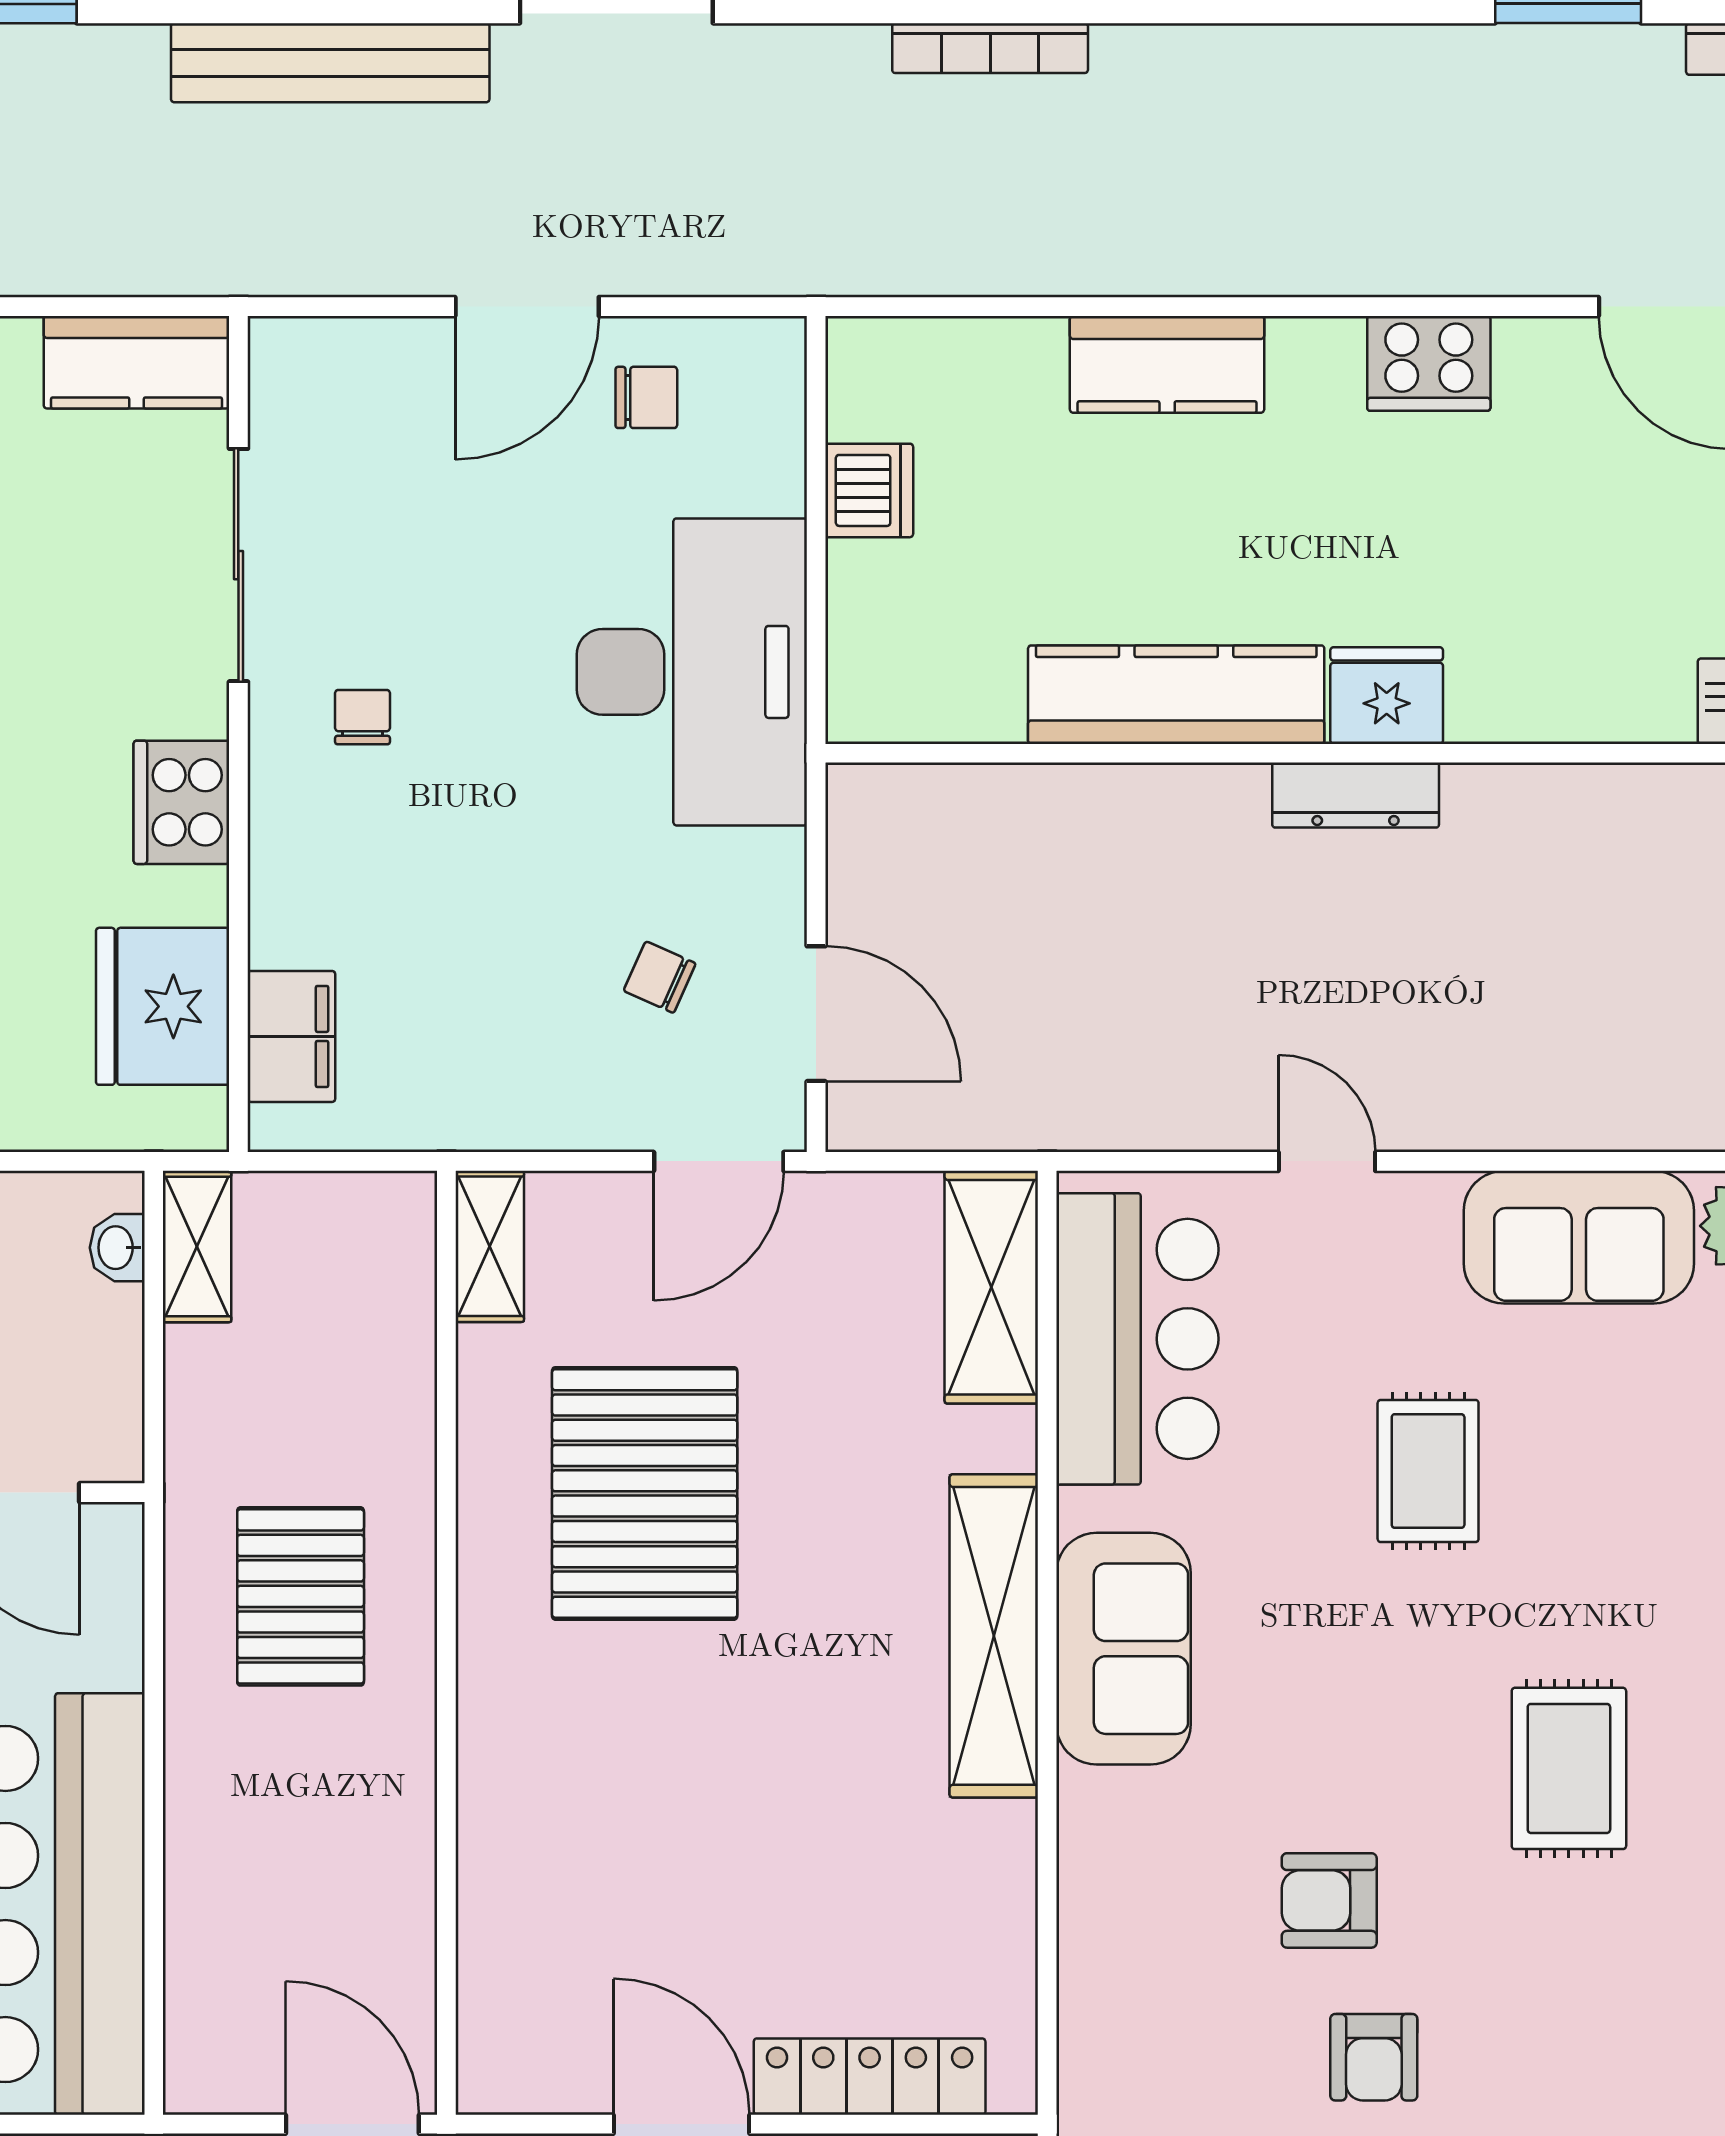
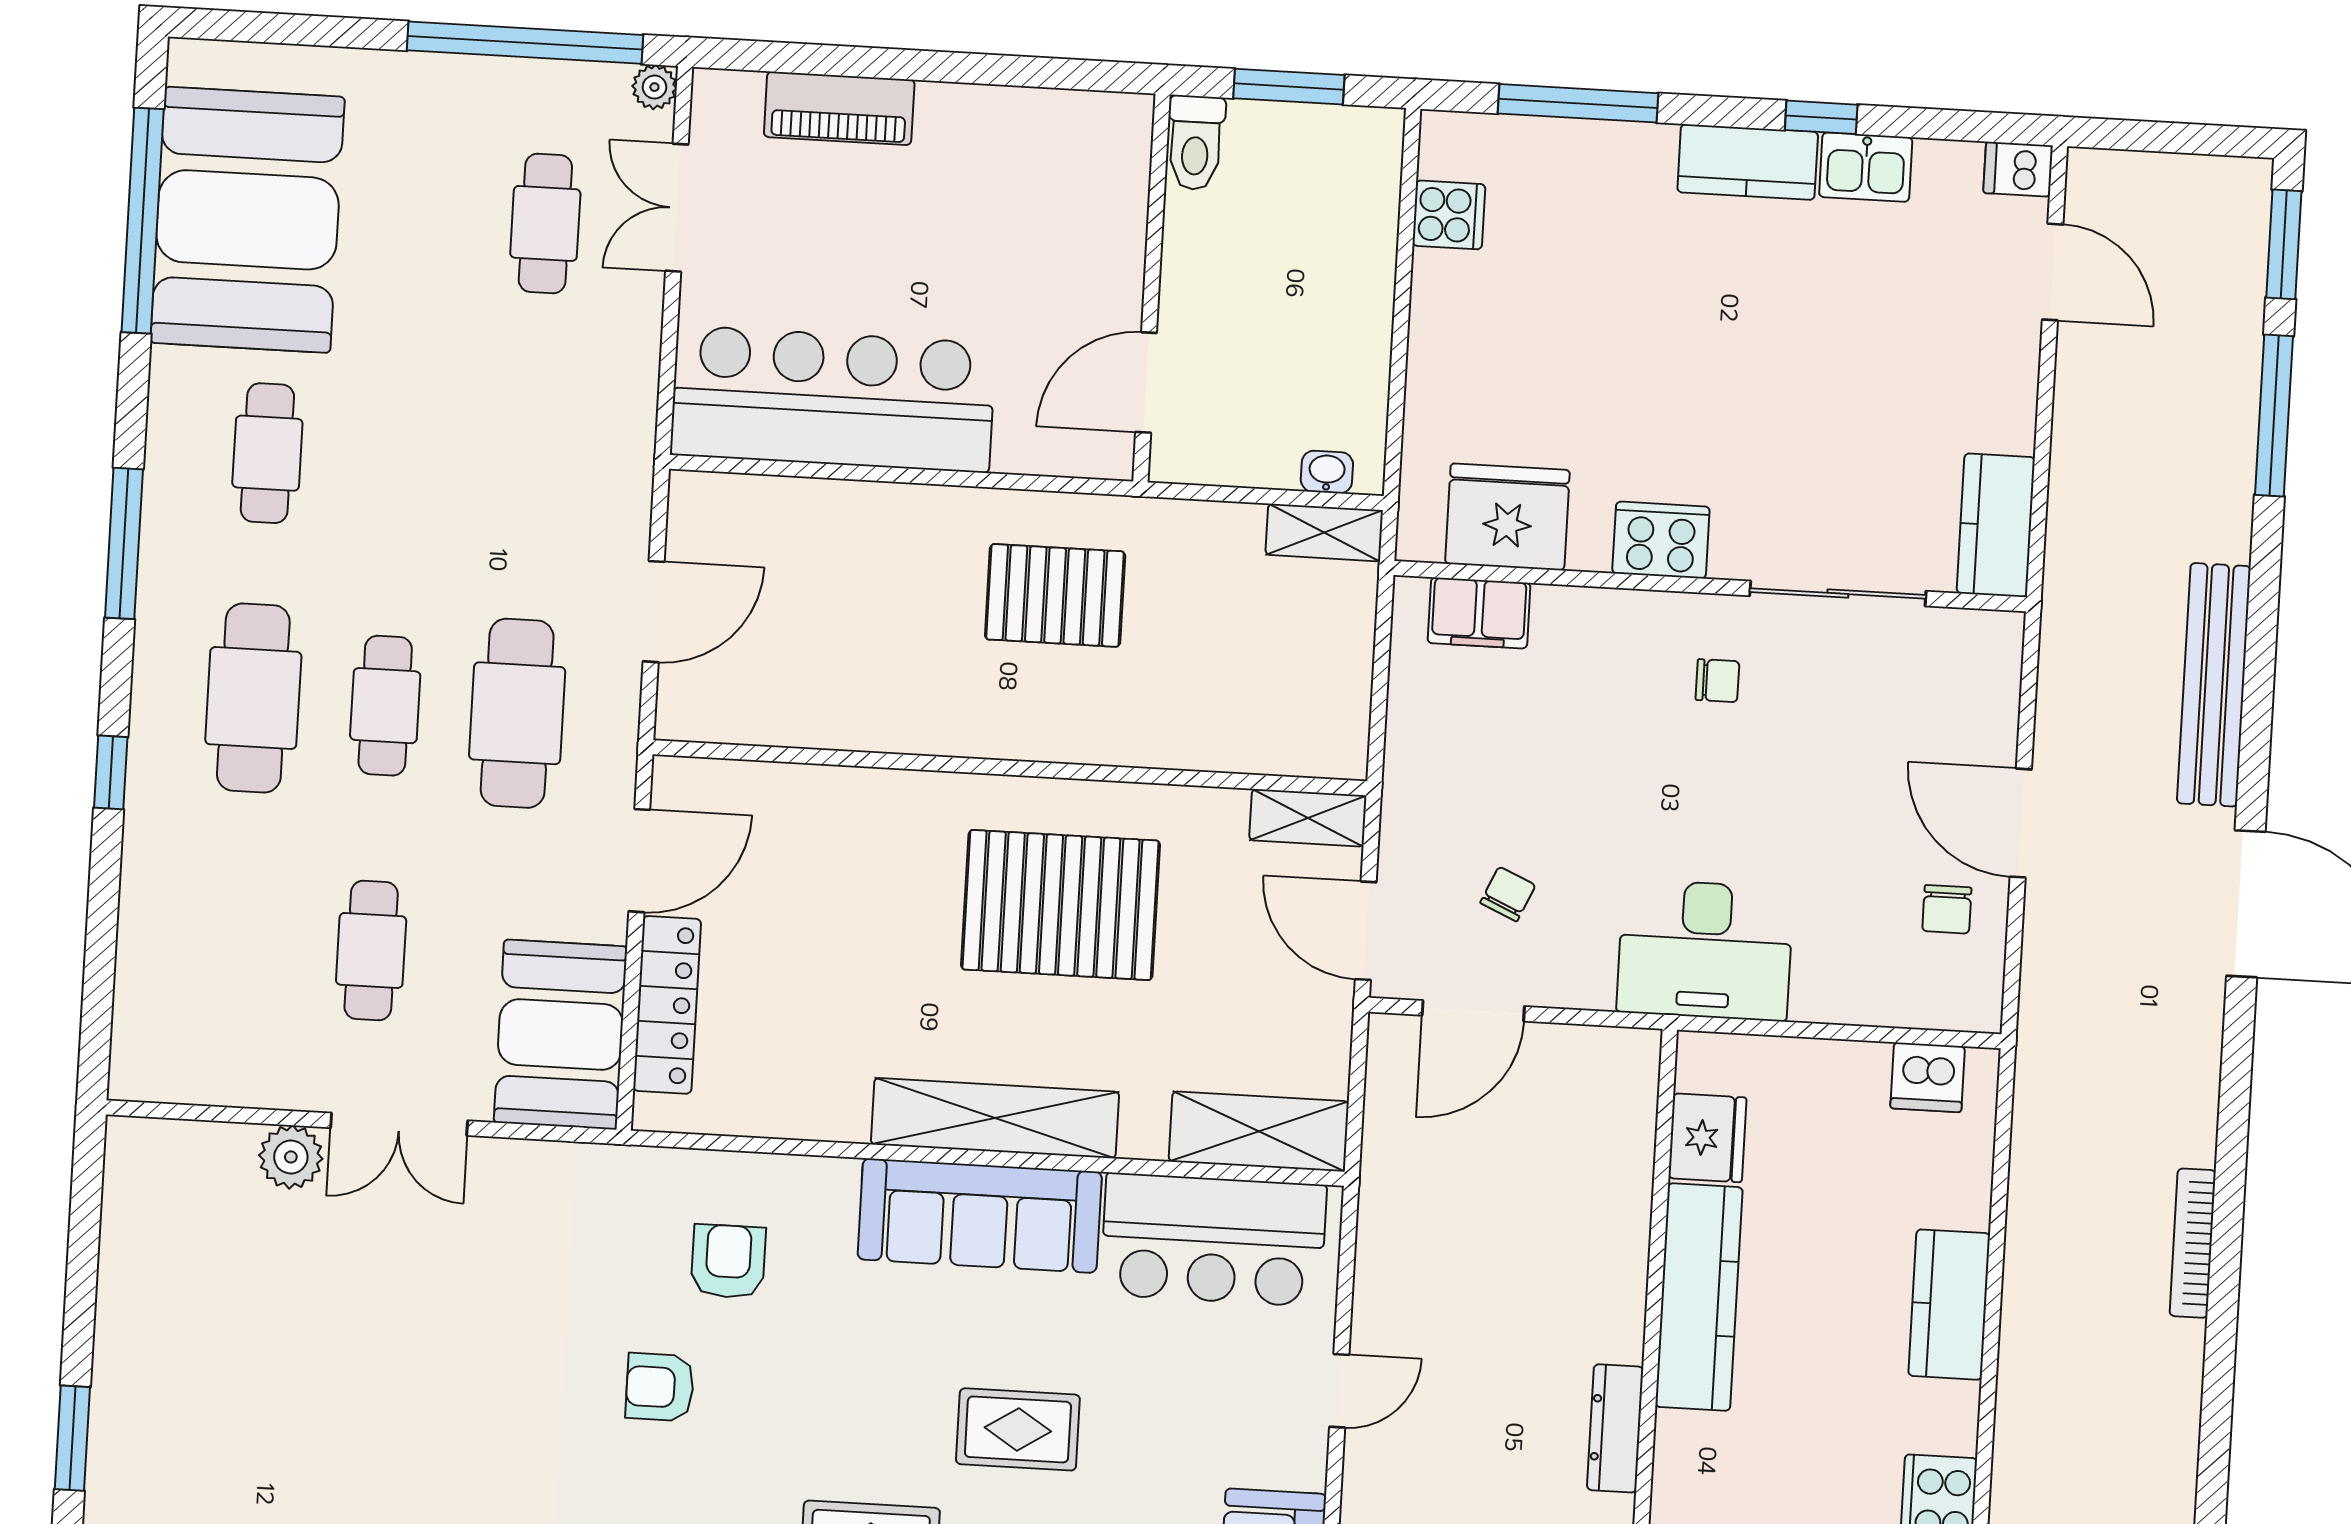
bookcase: (990, 48) -> (2193, 1243), moved
dishwasher: (869, 490) -> (1928, 1077), moved
desk: (692, 672) -> (1705, 950), width x0.73, depth x0.77
fridge: (1387, 696) -> (1707, 1138), moved
shelving: (490, 1246) -> (1308, 818), moved
rug: (1428, 1471) -> (1018, 1429), moved
pallet: (645, 1493) -> (1061, 905), moved
wall: (446, 1643) -> (1010, 768), moved
sofa: (1124, 1649) -> (980, 1216), width x1.36
armchair: (1329, 1900) -> (728, 1261), moved

